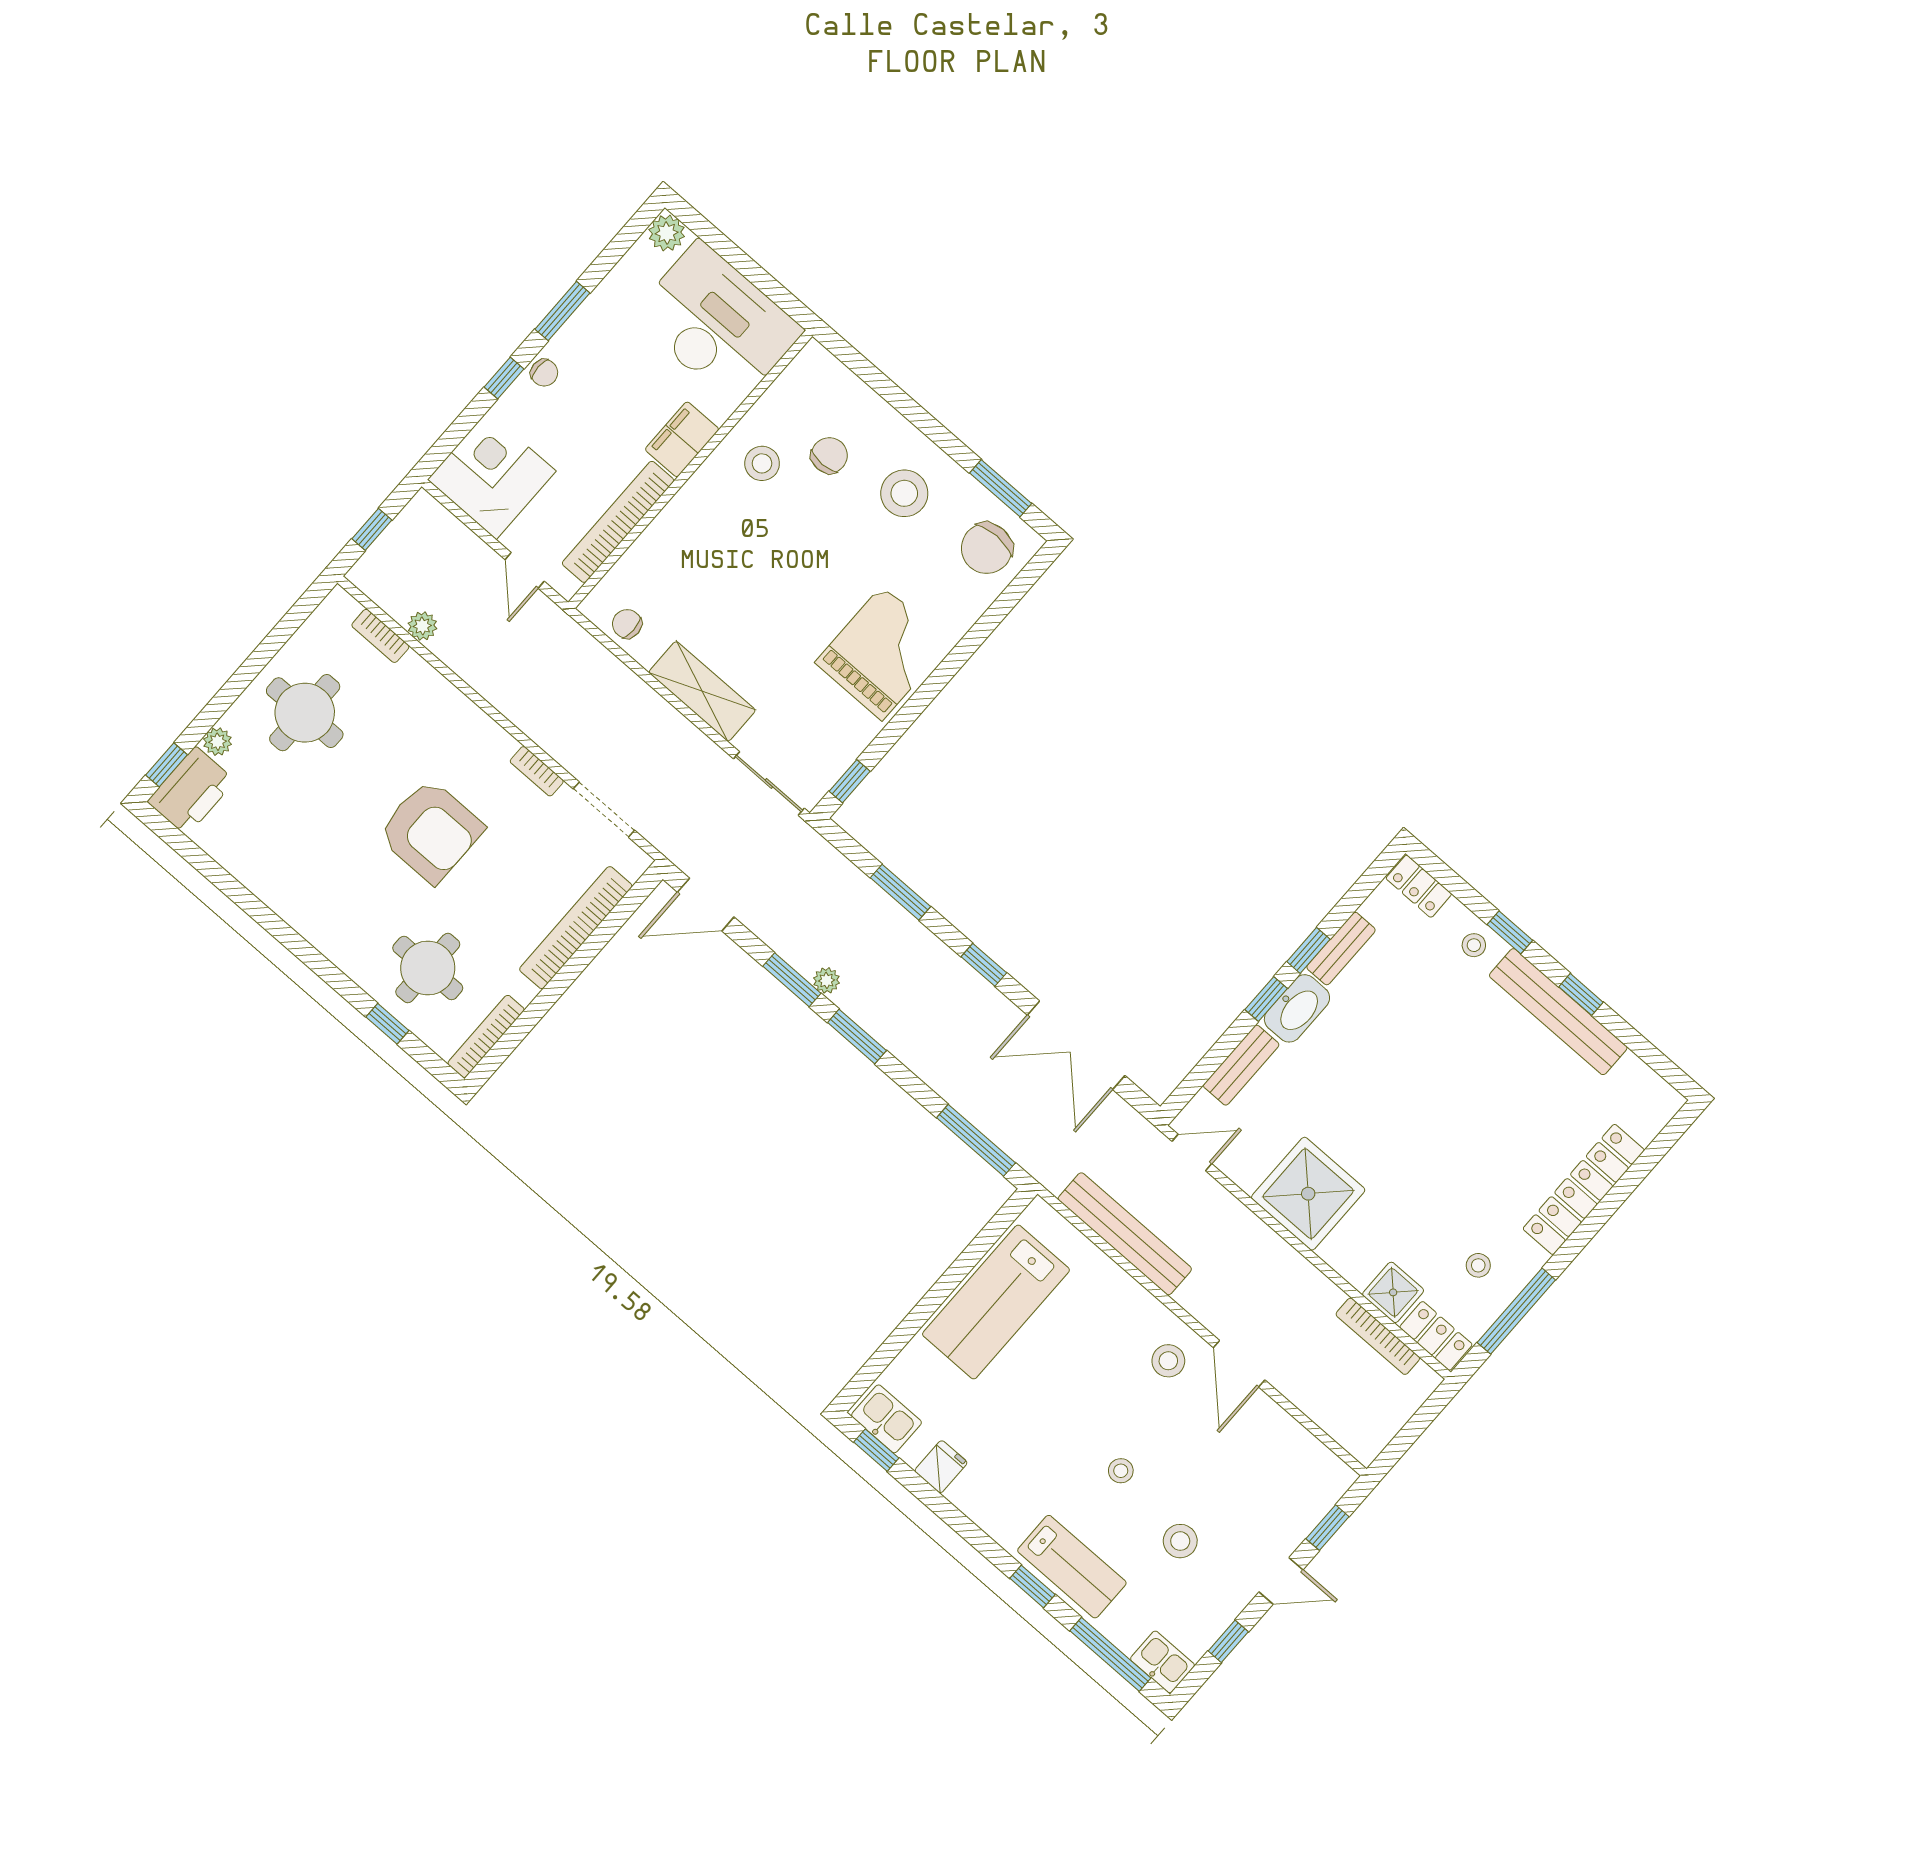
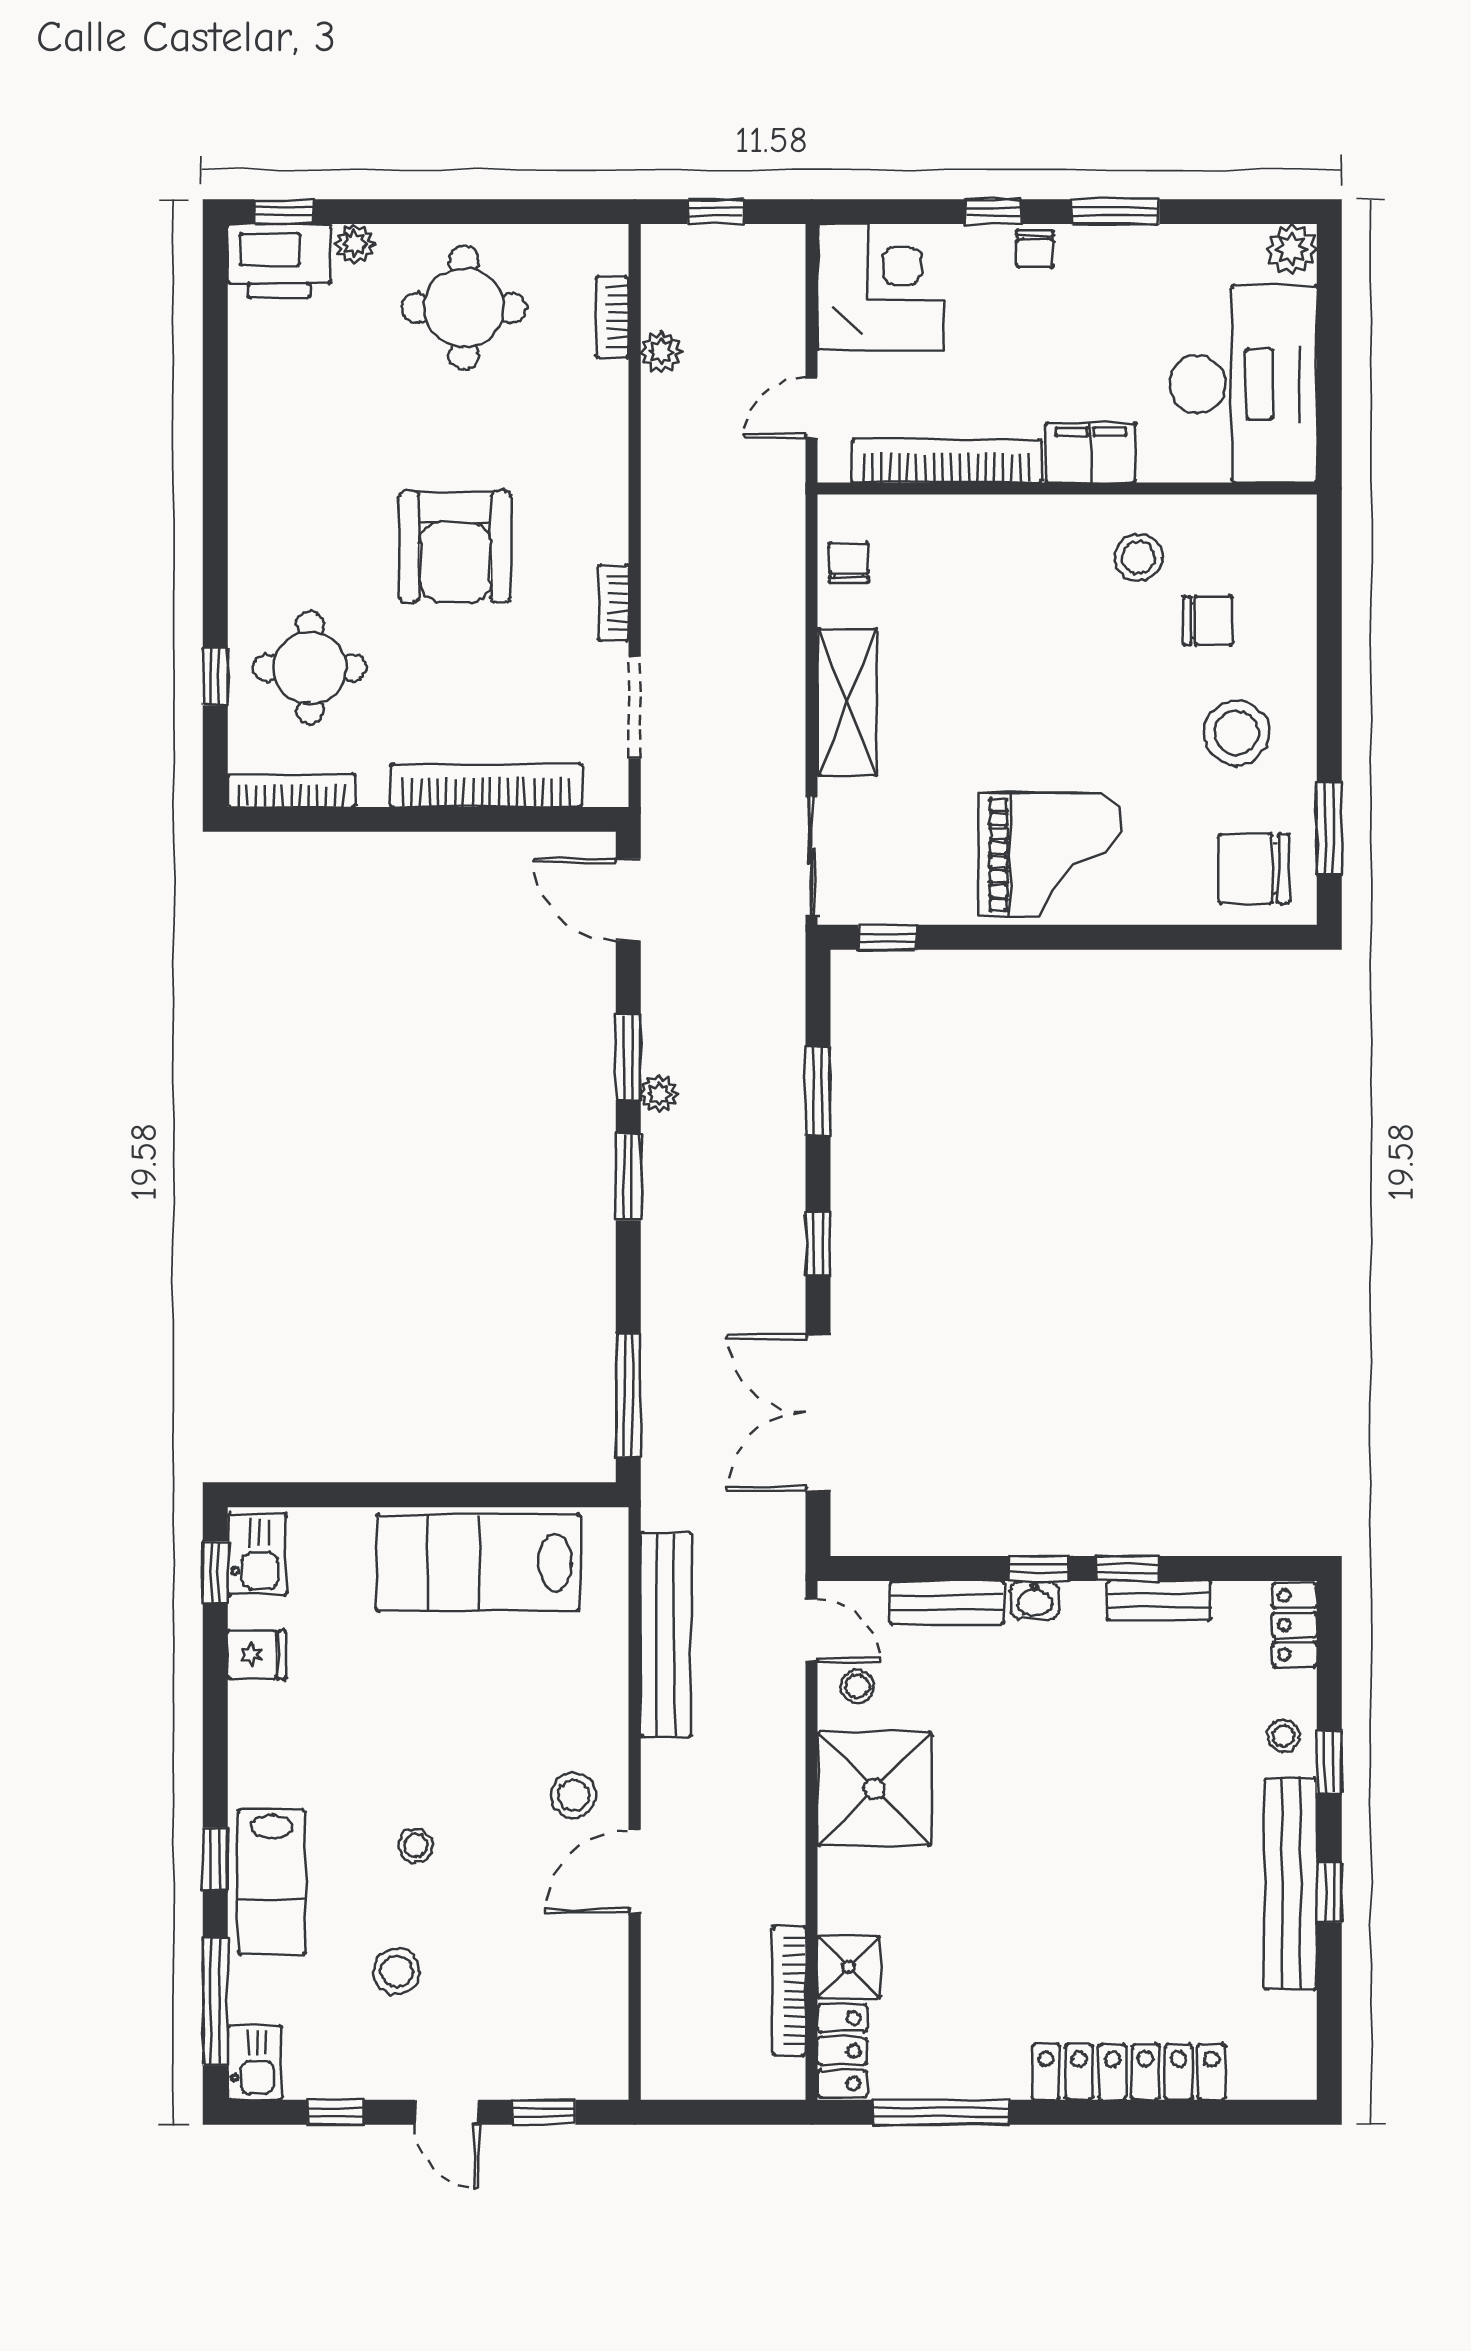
washbasin: (1297, 1008) -> (1035, 1600), width x0.52, depth x0.69
stool: (1478, 1265) -> (858, 1686), moved

